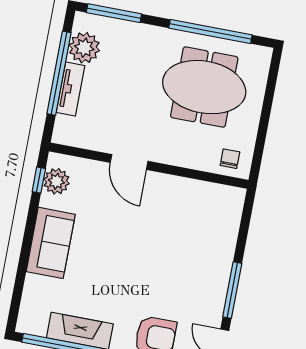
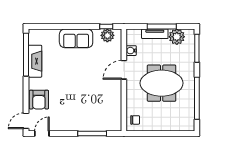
window: (59, 73) -> (162, 26), width x0.68
meeting table: (204, 87) -> (162, 83), moved, turned 90
water cooler: (94, 141) -> (131, 51), added
window: (232, 290) -> (92, 133), moved

